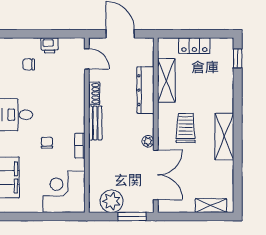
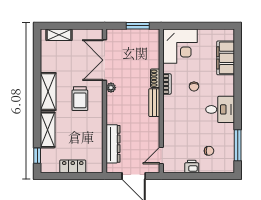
door: (87, 59) -> (161, 155), hinge flipped
shelving: (166, 80) -> (48, 130), moved
dresser: (145, 90) -> (113, 144), moved
shoe rack: (94, 93) -> (155, 78), moved
plant: (112, 201) -> (141, 38), removed
window: (132, 216) -> (138, 26), moved

